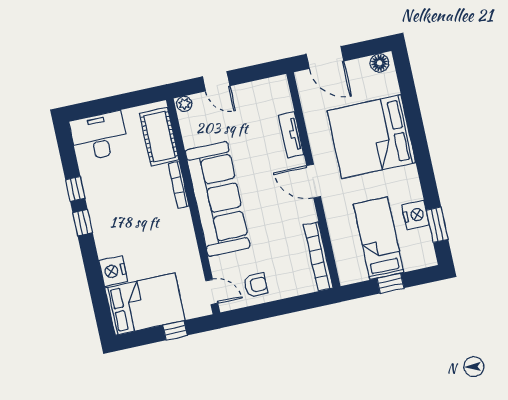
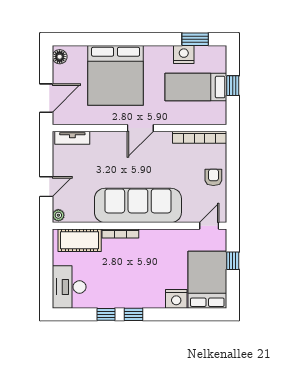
tv unit: (291, 135) -> (72, 138), moved
armchair: (256, 285) -> (213, 177), moved

